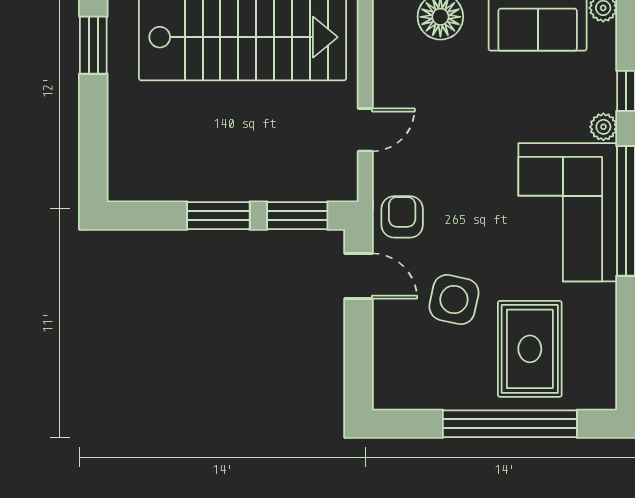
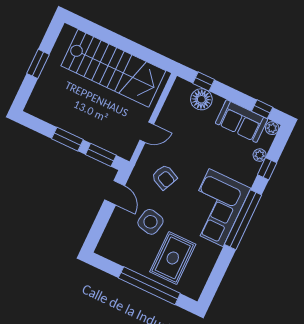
window: (93, 45) -> (38, 64), moved
plant: (603, 127) -> (260, 155), moved
armchair: (402, 217) -> (164, 177), moved, turned 115

